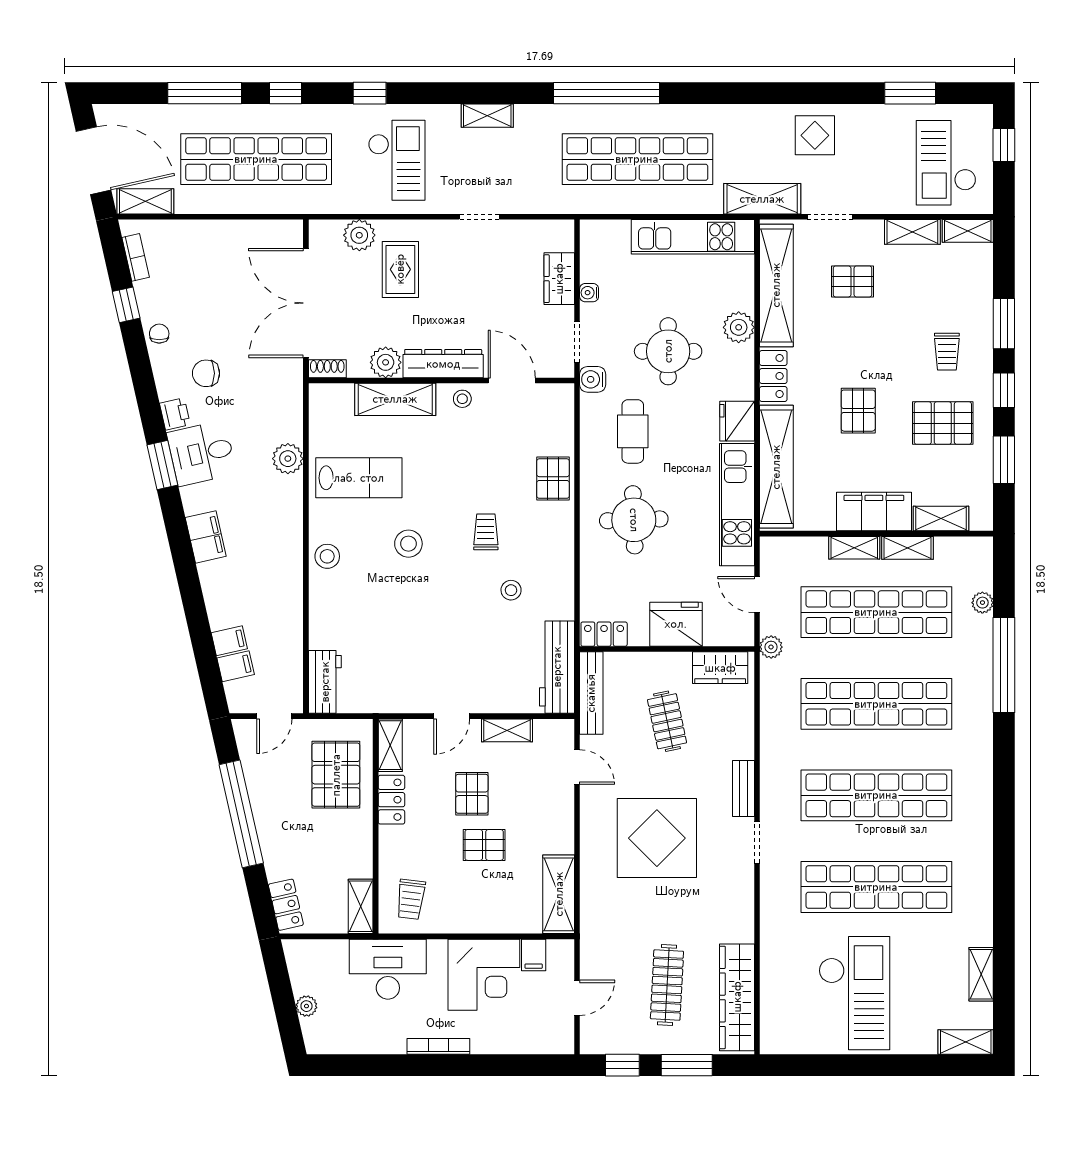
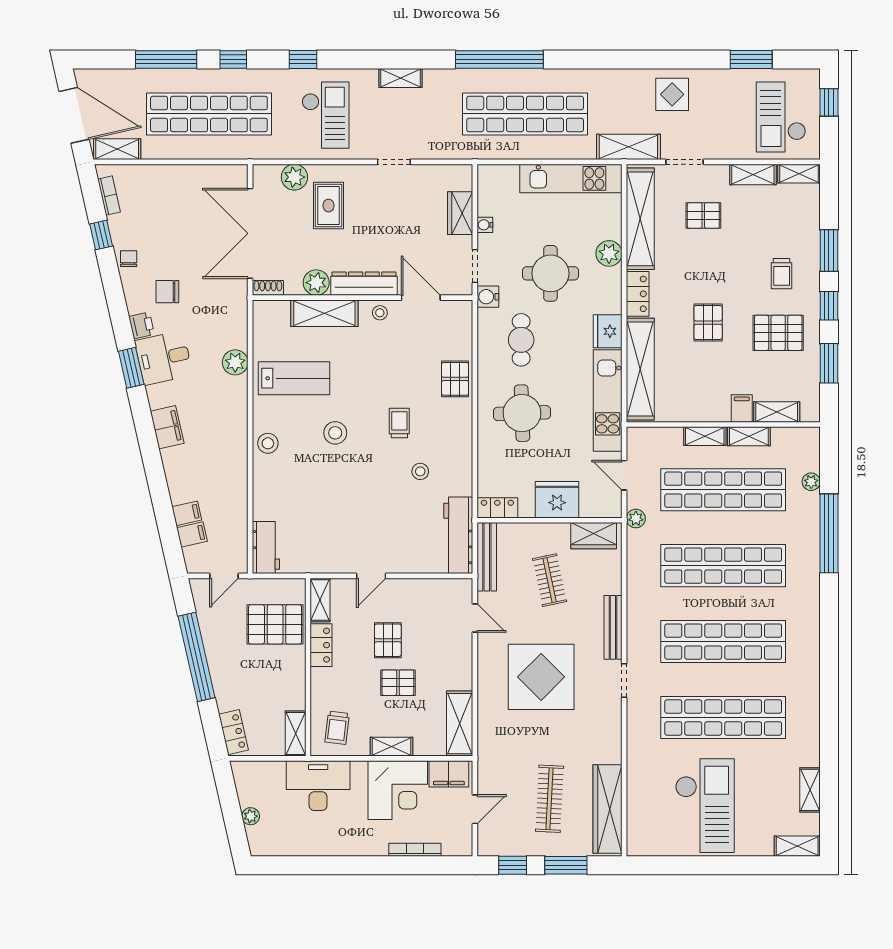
filing cabinet: (874, 512) -> (742, 409), width x0.33, depth x0.86
shelving: (507, 730) -> (392, 747), moved
pallet: (336, 775) -> (275, 624), turned 90
bench: (743, 789) -> (613, 627), width x1.36
filing cabinet: (534, 955) -> (449, 774), width x2.00
bookcase: (438, 1046) -> (415, 850), moved

